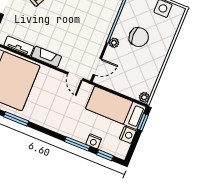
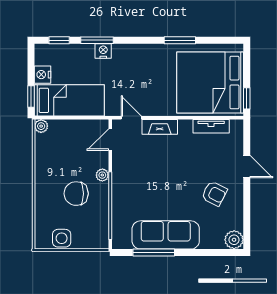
fireplace: (46, 57) -> (160, 127), moved
nightstand: (94, 141) -> (103, 51), moved

